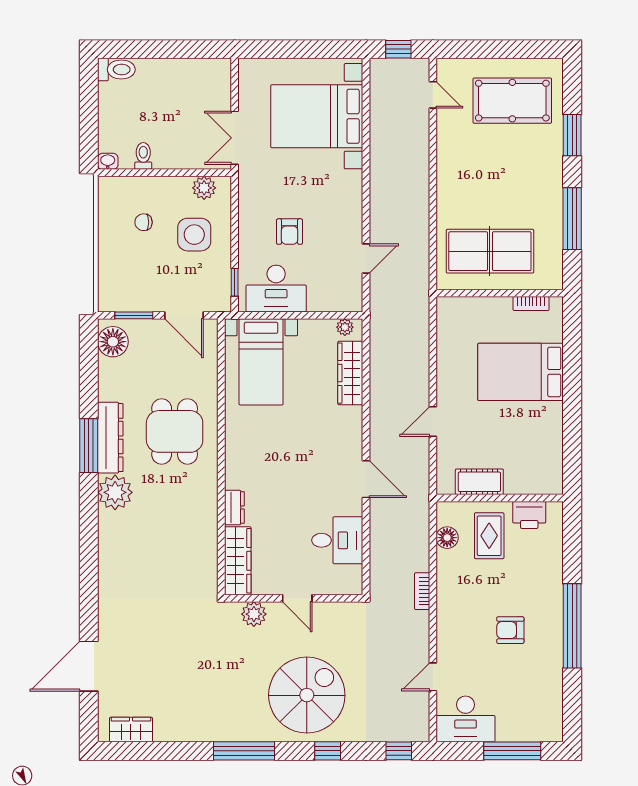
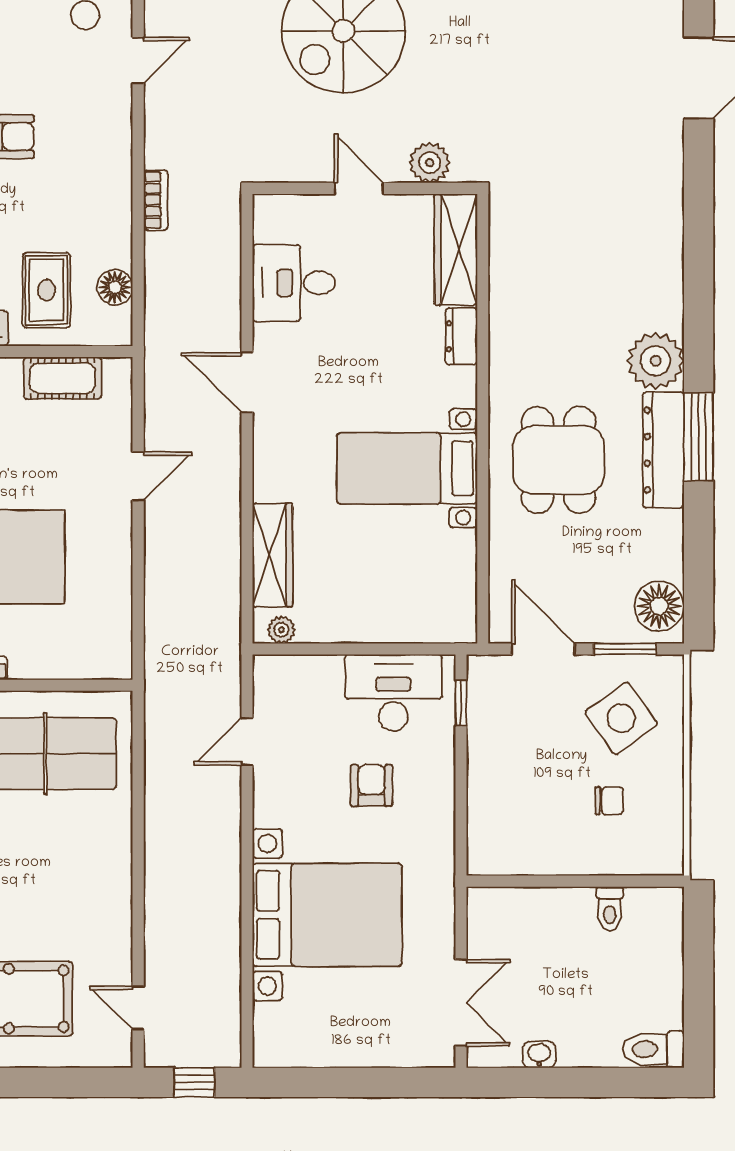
bed with nightstands: (317, 116) -> (327, 915), moved
double door: (235, 138) -> (461, 1003), moved
washbasin: (108, 161) -> (539, 1055), moved, turned 180
plant: (204, 188) -> (511, 857), removed
side table: (194, 235) -> (621, 718), moved, turned -36
bed with nightstands: (261, 362) -> (407, 468), moved, turned -90

